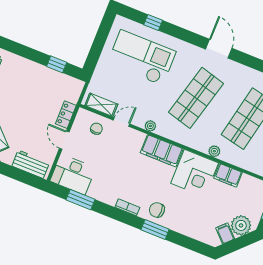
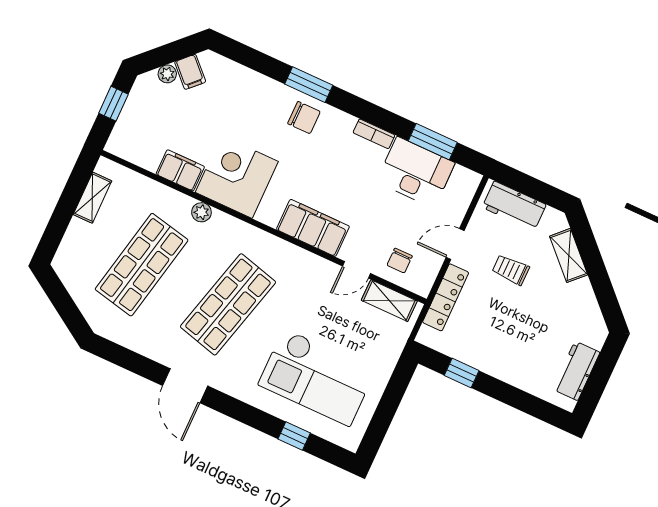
locker: (66, 115) -> (446, 297), width x1.53
plant: (150, 126) -> (308, 261), removed
trolley: (31, 127) -> (511, 270), added
door: (64, 140) -> (455, 244), swing flipped
filing cabinet: (162, 151) -> (313, 228), moved
desk: (73, 174) -> (416, 172), moved
bookcase: (127, 207) -> (374, 134), moved
plant: (241, 225) -> (167, 74), width x0.53, depth x0.53

